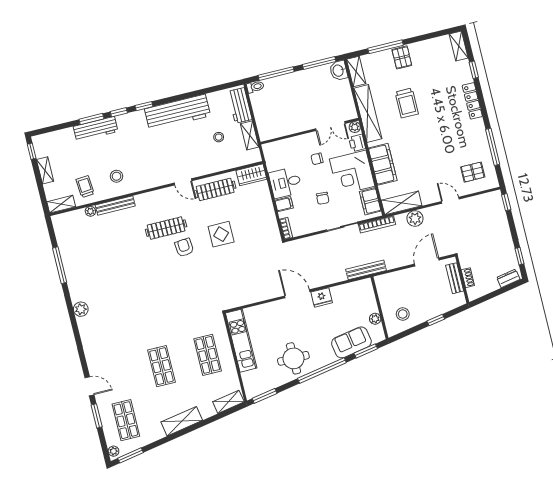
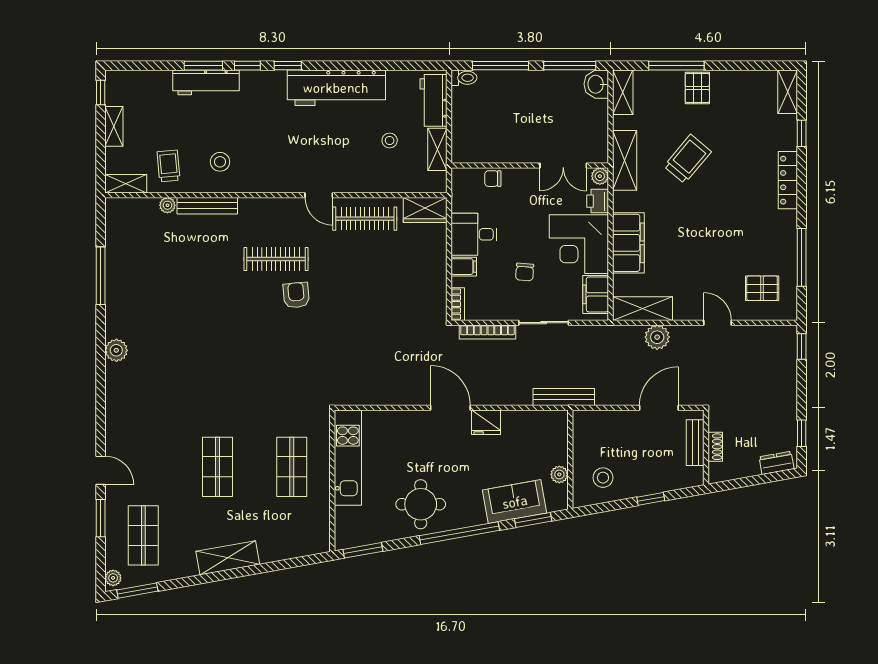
trolley: (407, 103) -> (688, 159), turned -140
shelving: (368, 114) -> (625, 160), width x0.68
chair: (317, 159) -> (493, 179), moved
bookcase: (377, 224) -> (487, 332), moved
display table: (221, 234) -> (357, 289), removed
shelving: (228, 402) -> (306, 546), removed

